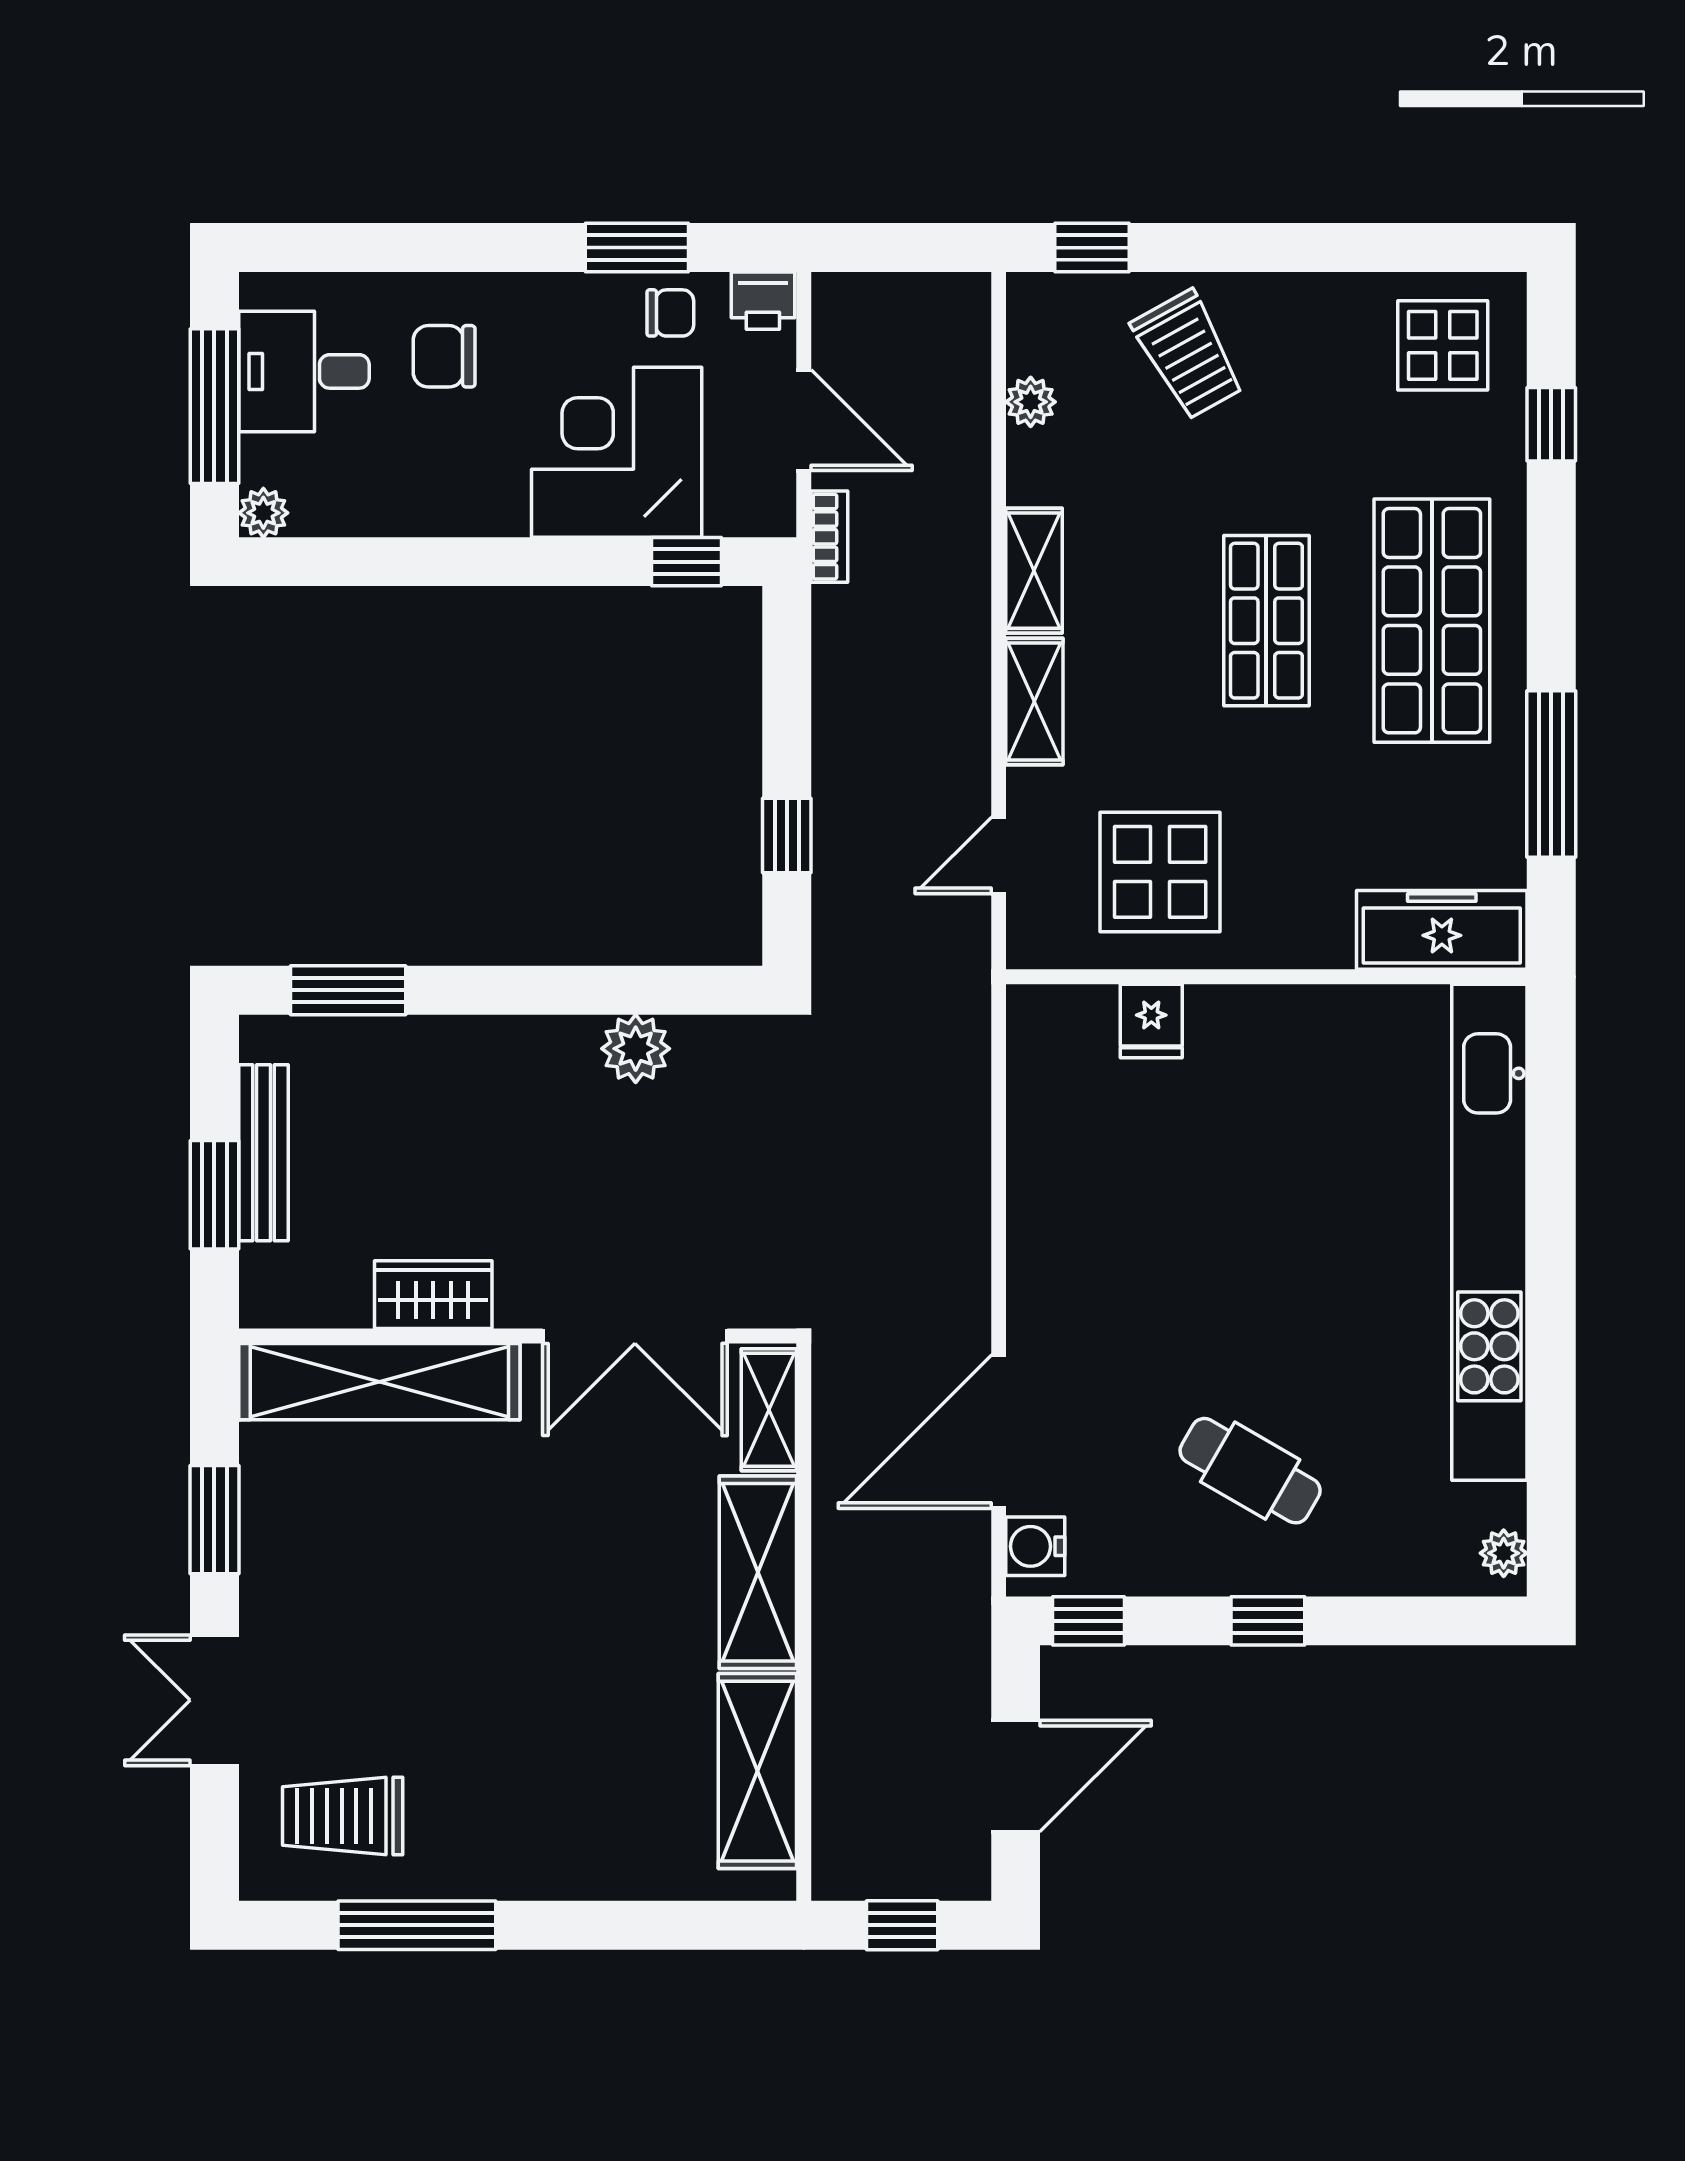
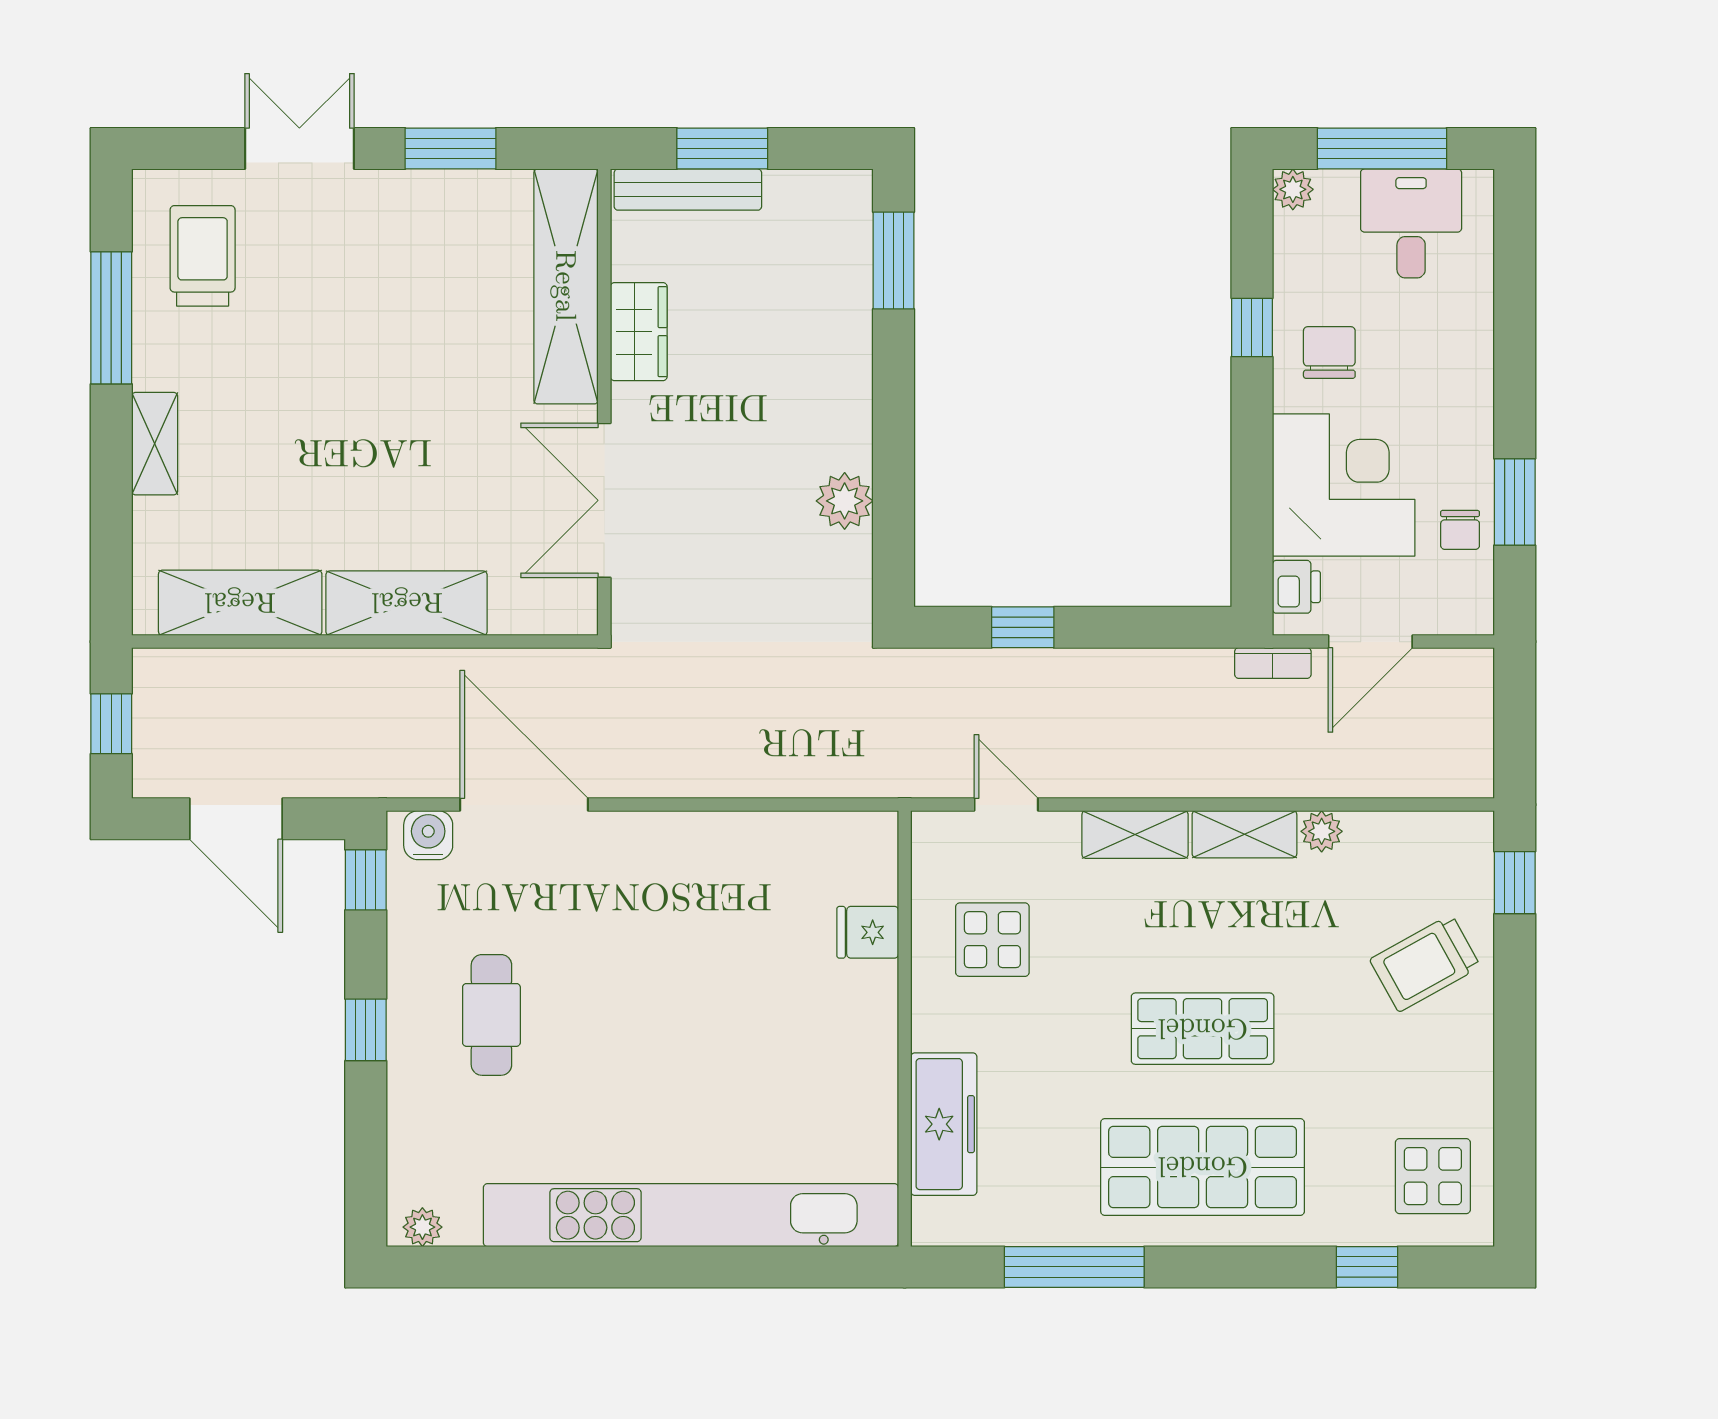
printer: (763, 301) -> (1296, 587), moved, turned 180
chair: (444, 356) -> (1329, 353), moved
plant: (1031, 402) -> (1322, 831), moved
window: (687, 562) -> (1252, 328), moved
display table: (1160, 872) -> (992, 940), width x0.73, depth x0.73
freezer: (1442, 930) -> (944, 1124), moved
bench: (264, 1153) -> (688, 190), moved
shelving: (769, 1410) -> (155, 444), moved, turned 90
cafe table: (1250, 1471) -> (491, 1015), turned -30

